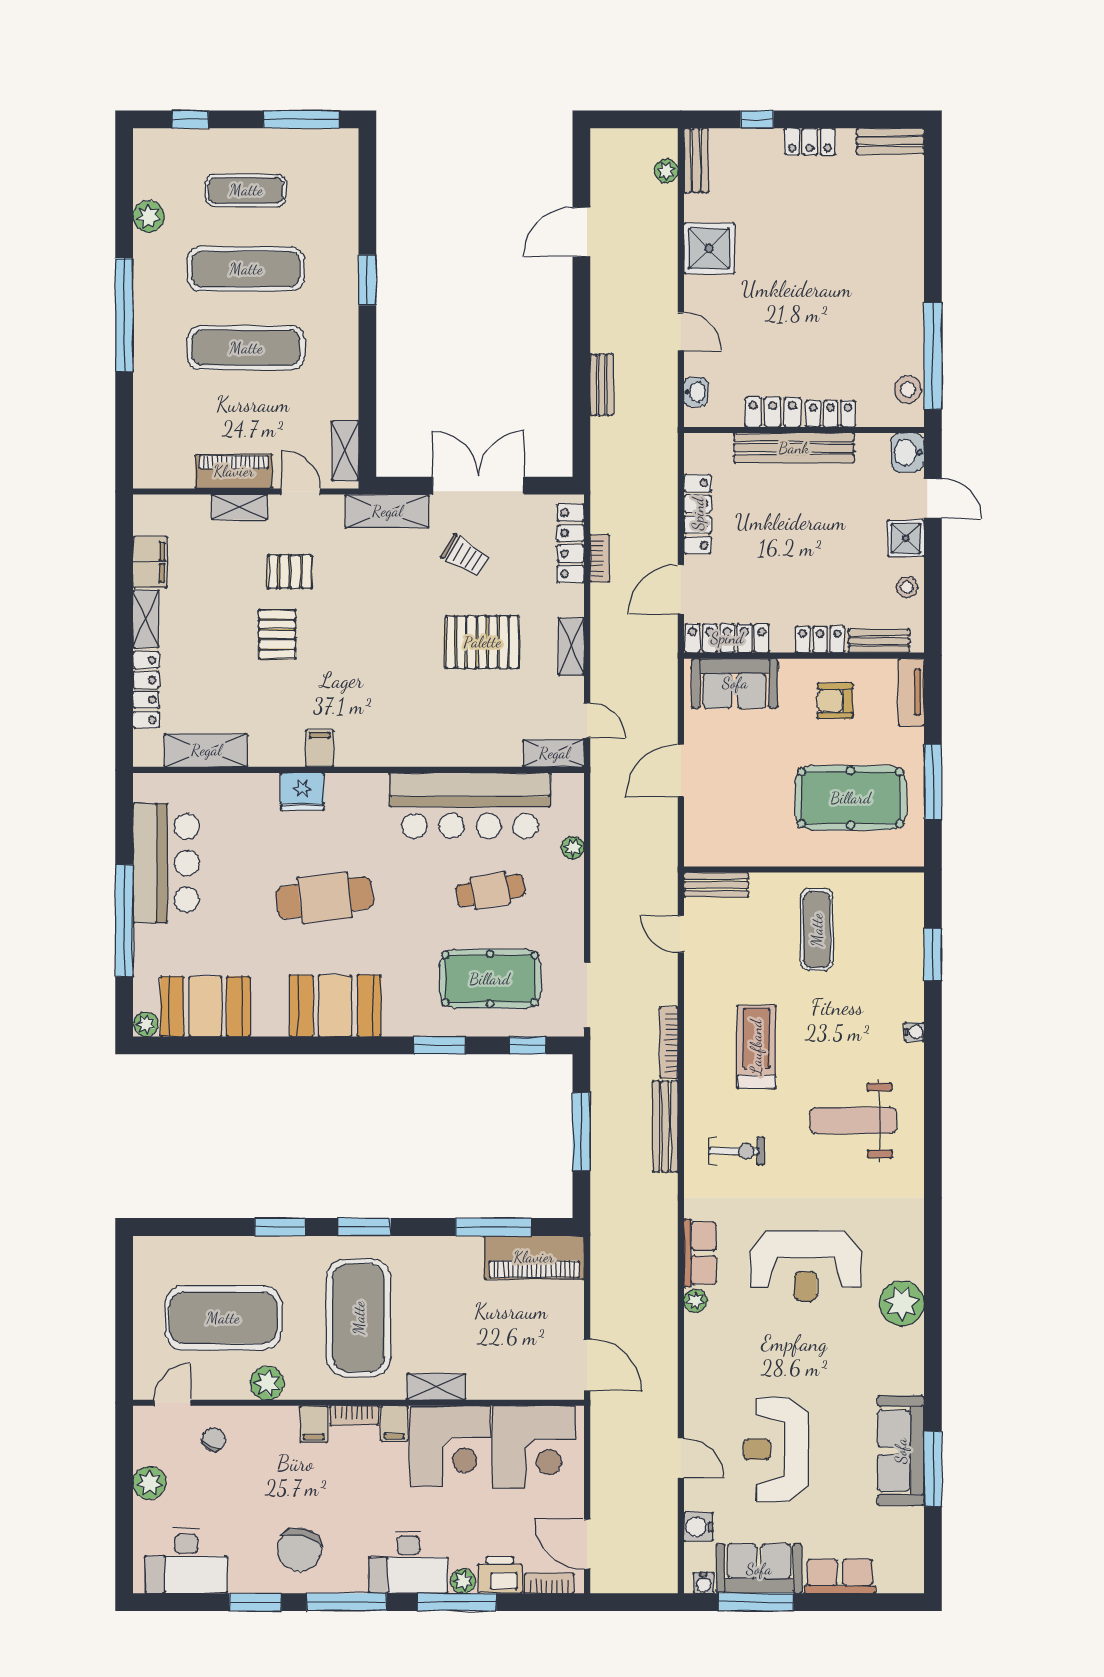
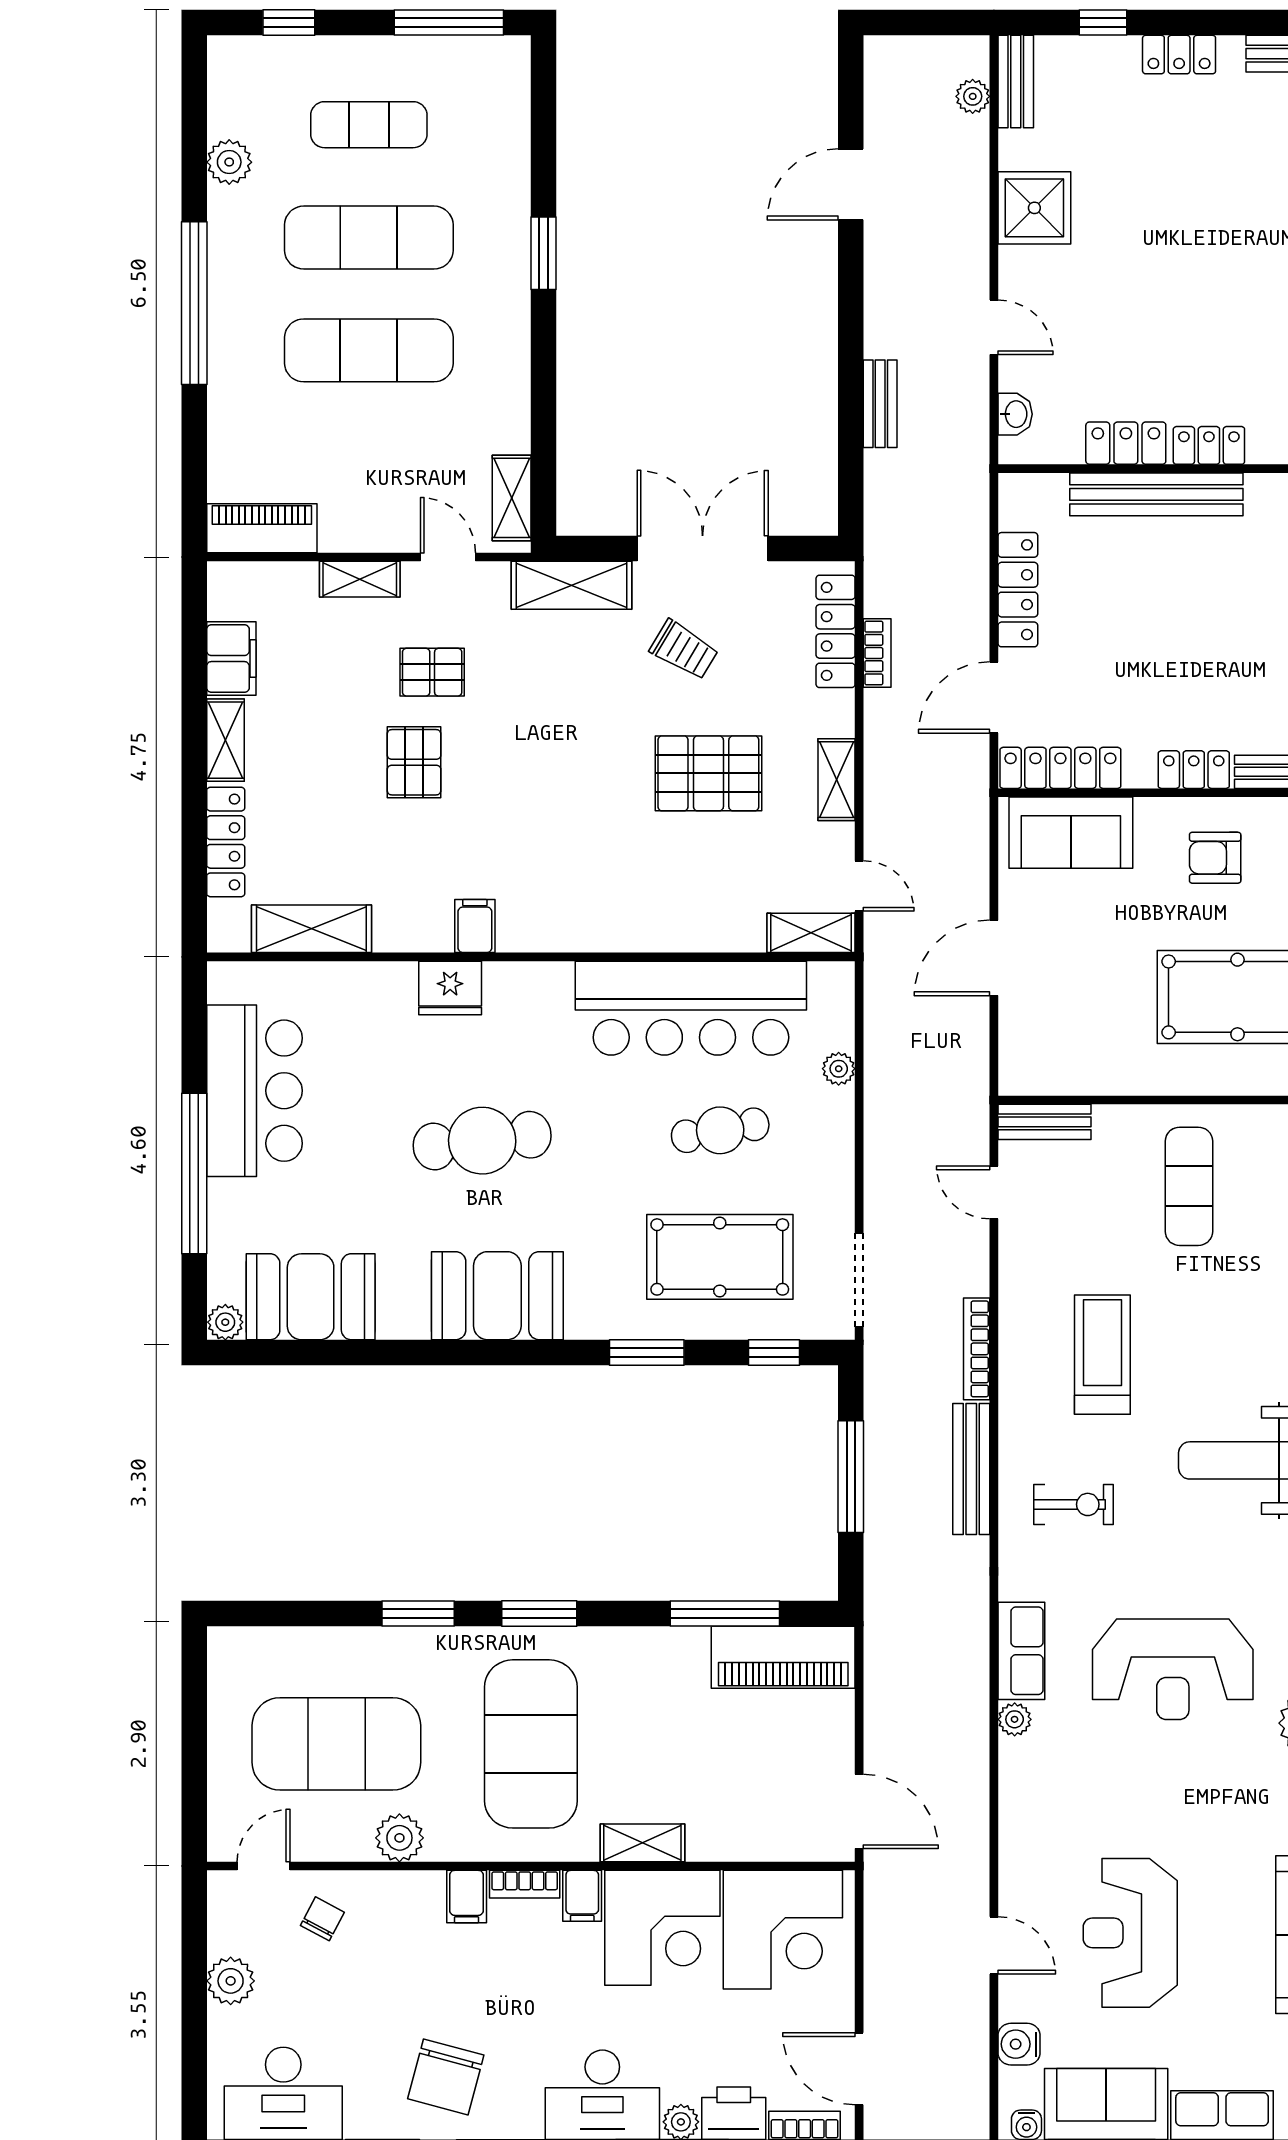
piano: (234, 471) -> (262, 528), moved

